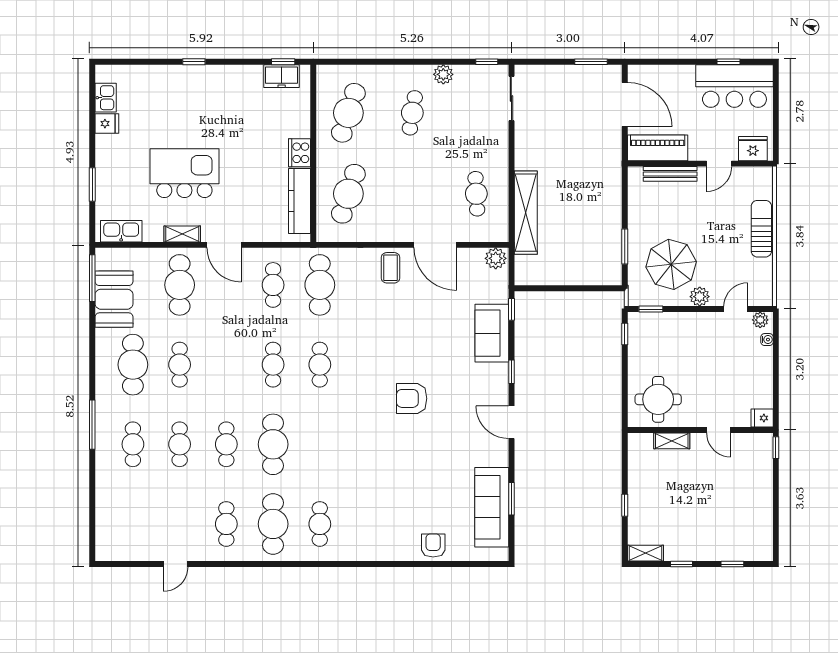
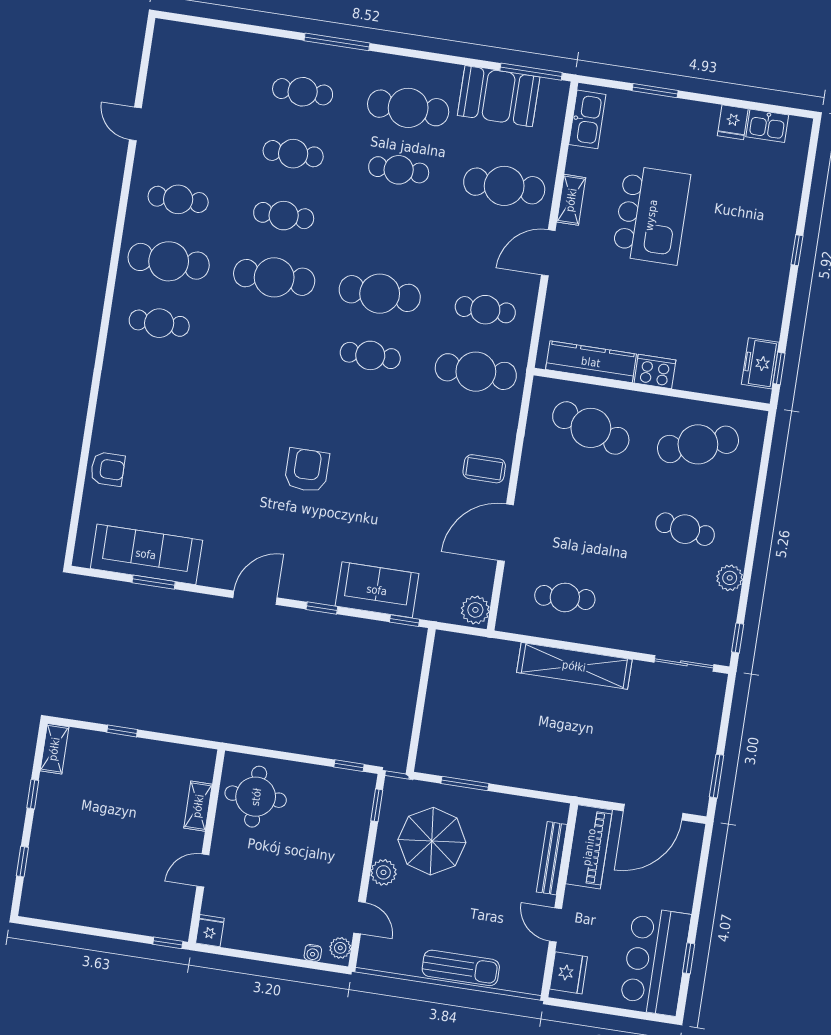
cafe table: (348, 113) -> (698, 444), turned -36
shelving: (526, 213) -> (574, 666), moved
cafe table: (273, 365) -> (380, 294), width x1.37, depth x1.35

